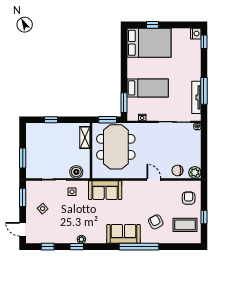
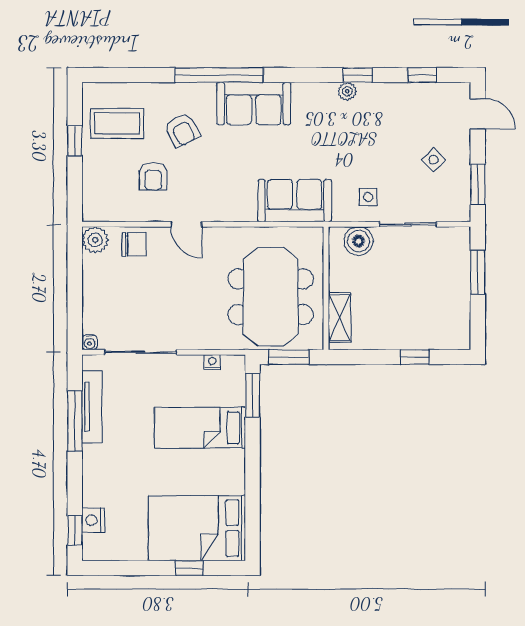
nightstand: (196, 34) -> (93, 520), moved
armchair: (189, 198) -> (153, 176), moved

